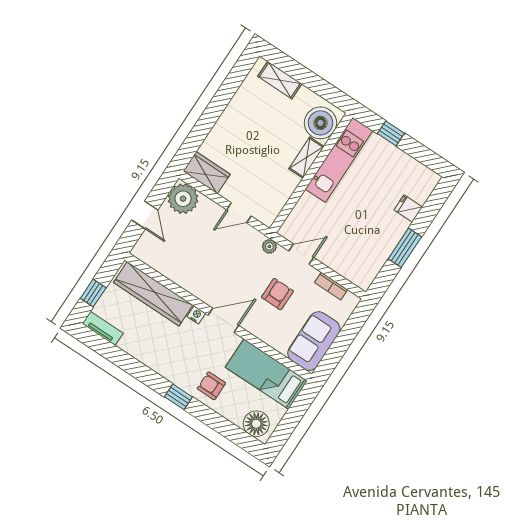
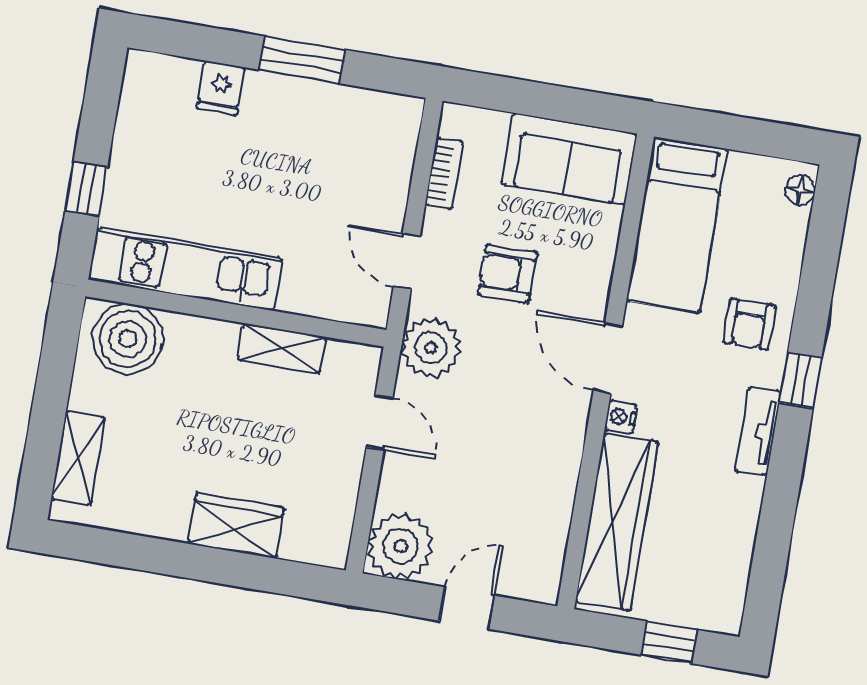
shelving: (306, 158) -> (282, 348), moved
wardrobe: (207, 173) -> (236, 526), moved, turned 90
plant: (269, 246) -> (431, 348), width x1.87, depth x1.87
tv unit: (103, 328) -> (758, 431), moved
floor lamp: (256, 424) -> (800, 190), width x0.53, depth x0.53

